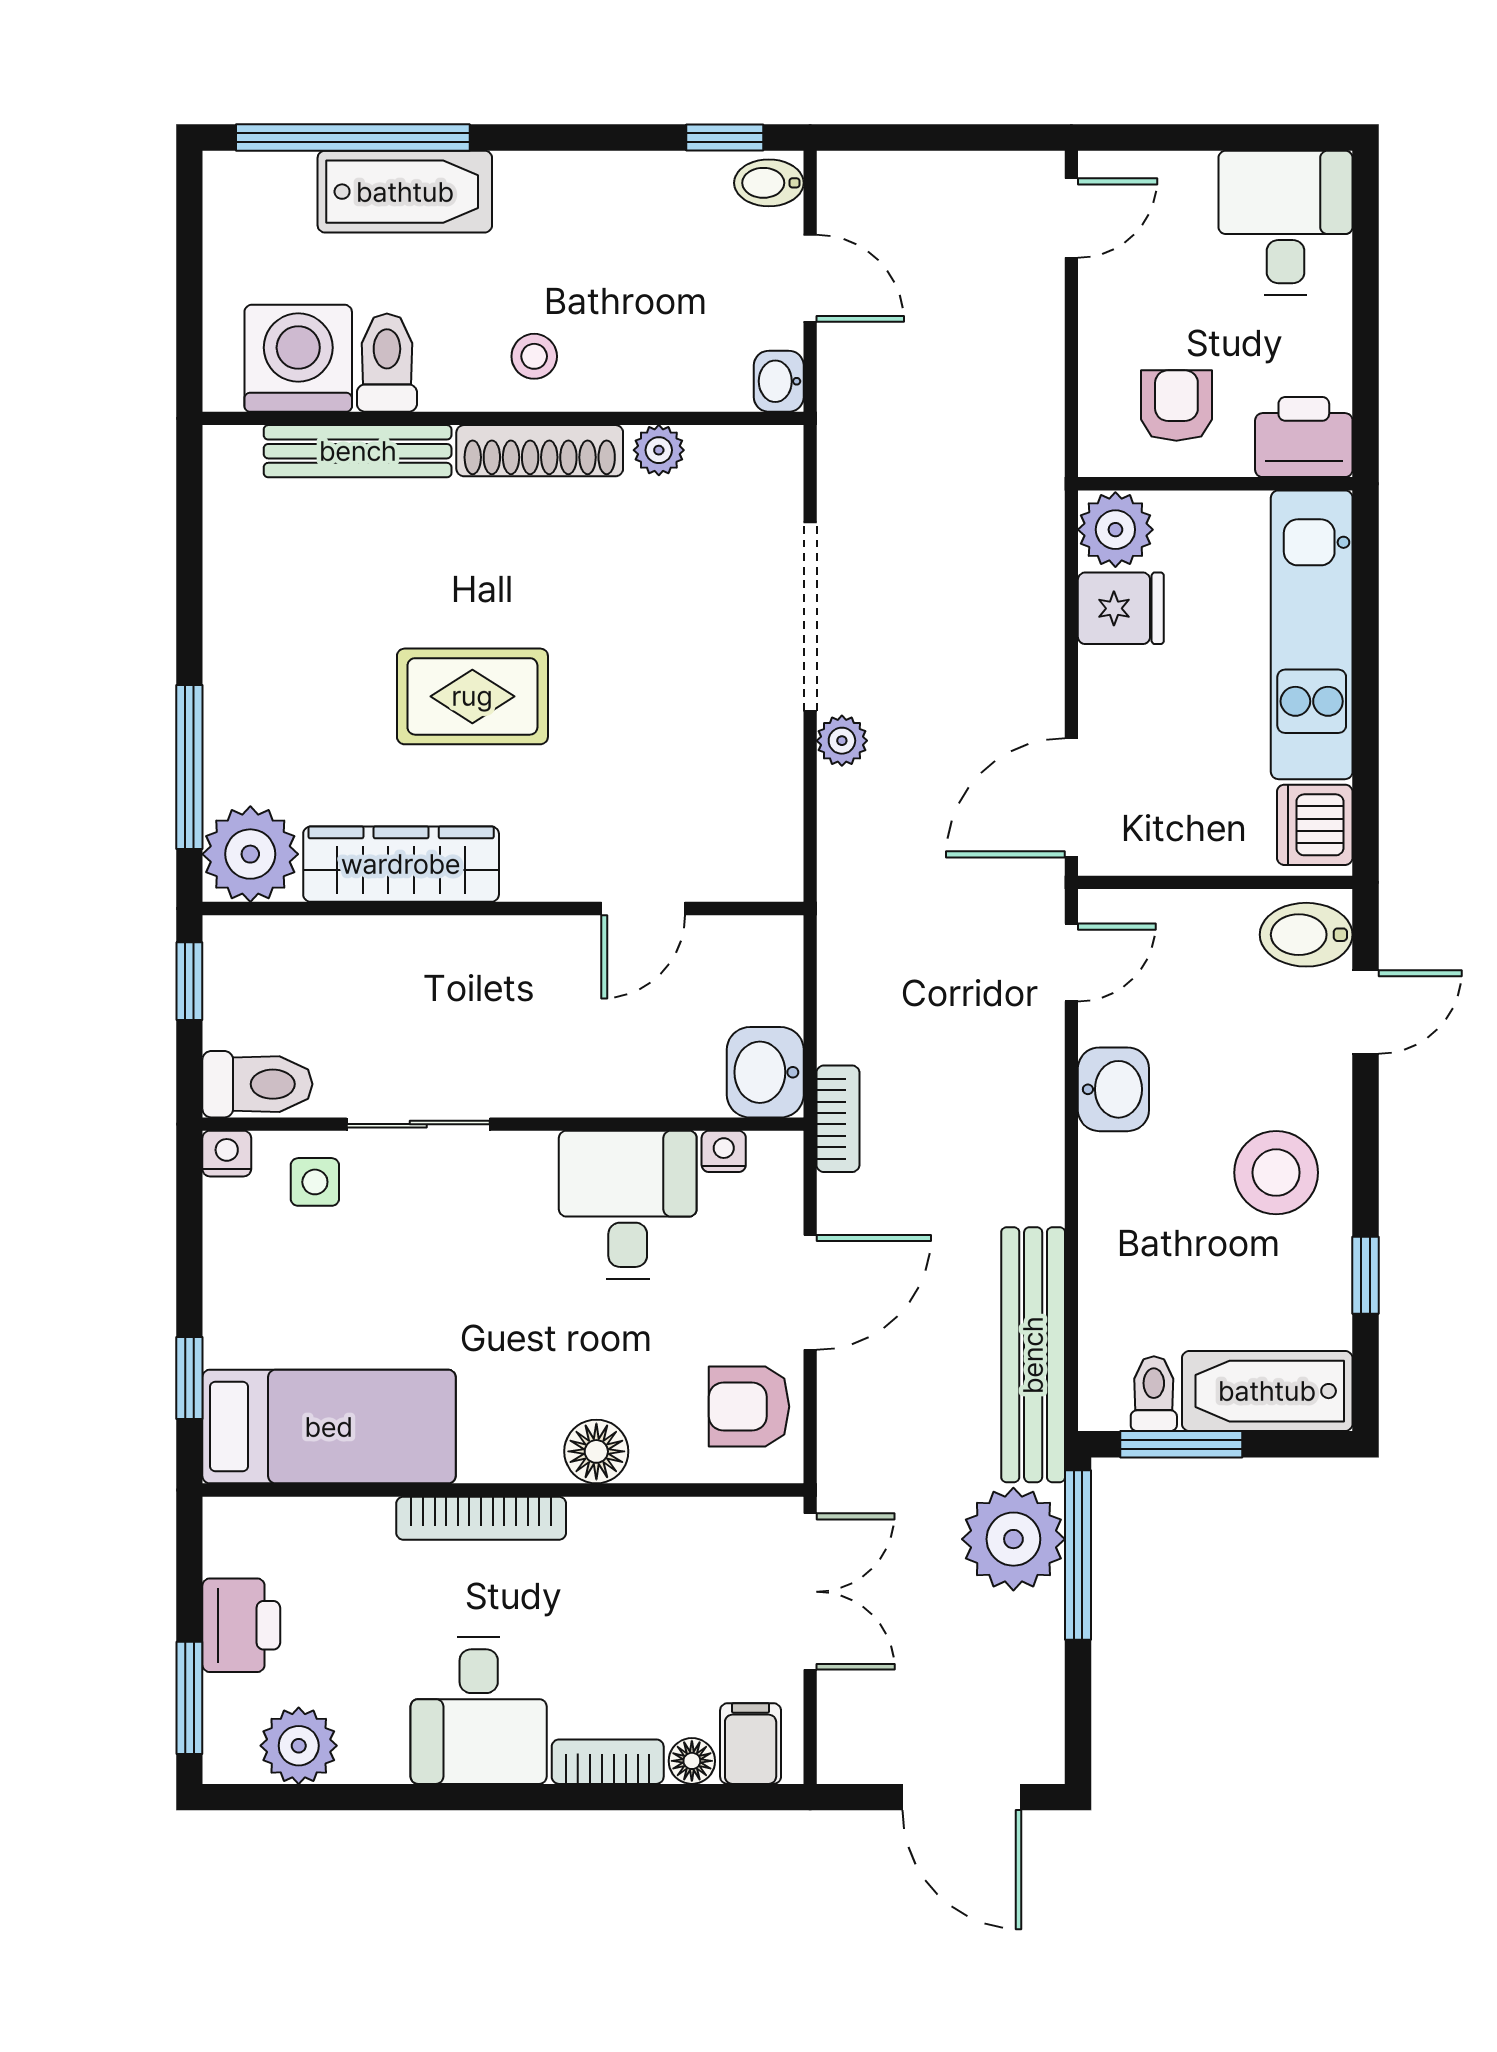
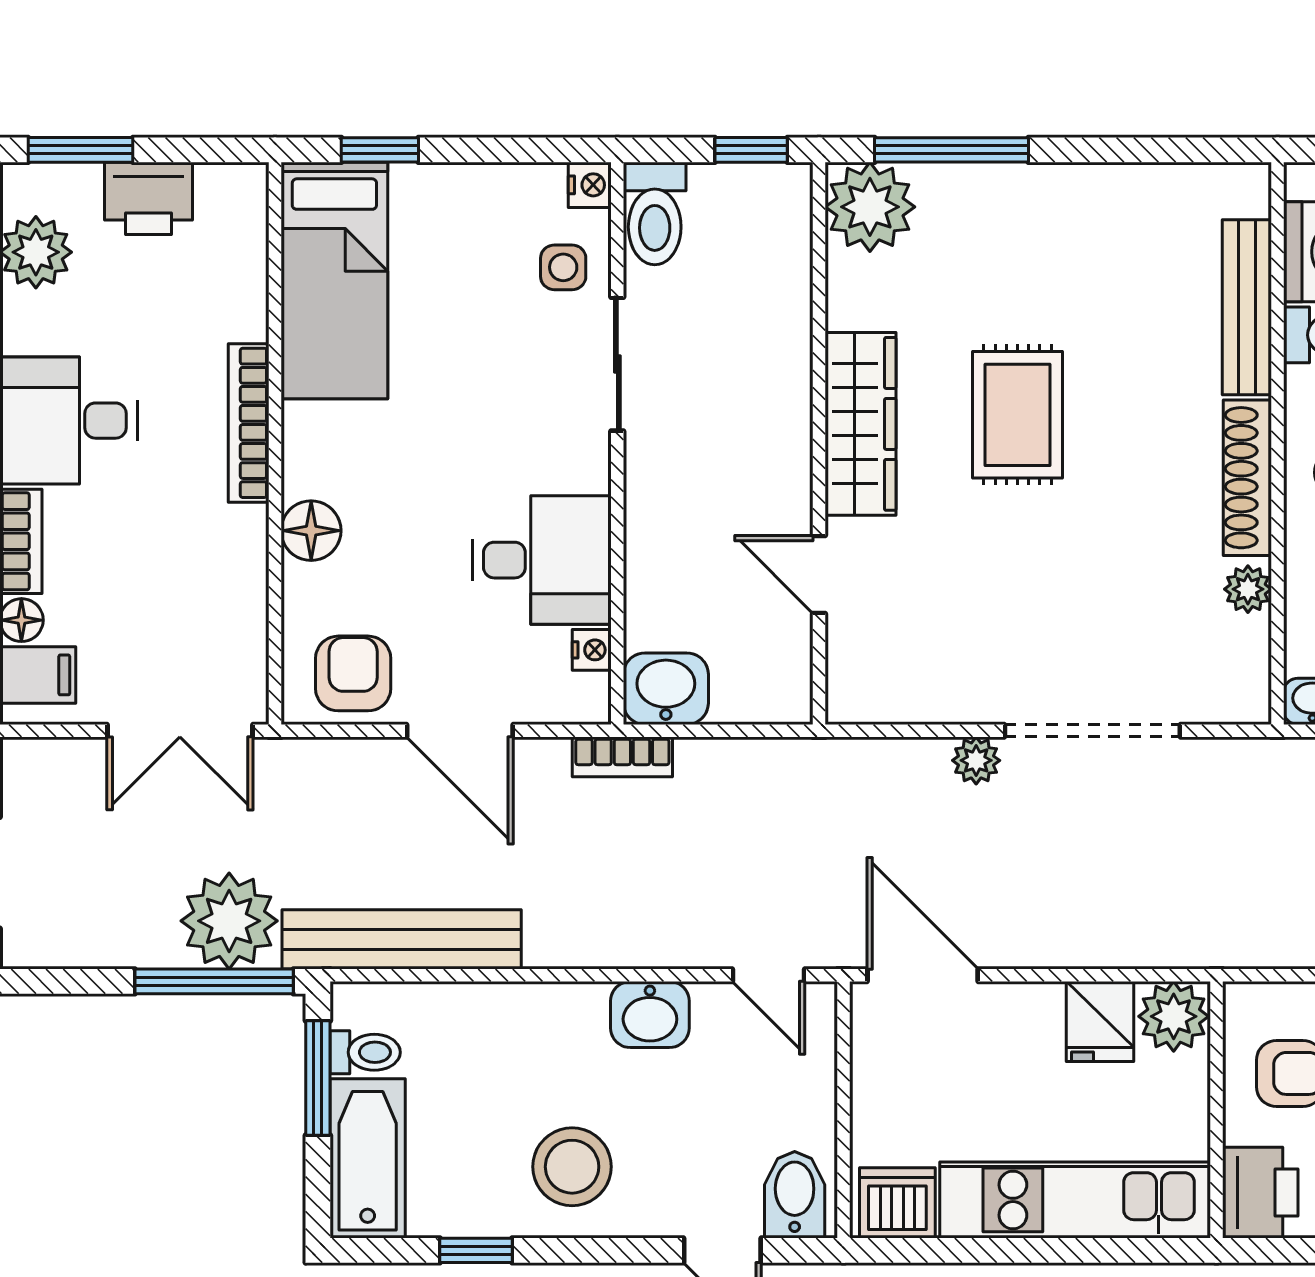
wardrobe: (401, 864) -> (861, 424), moved

